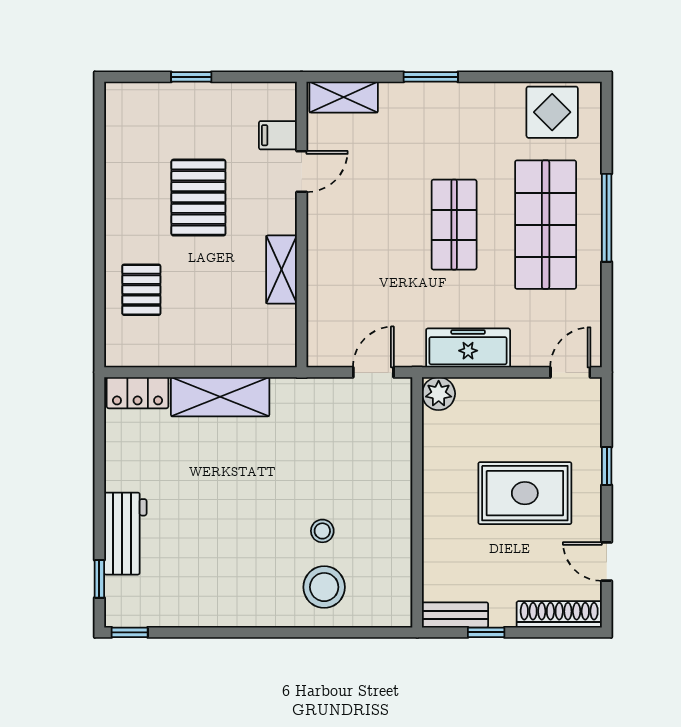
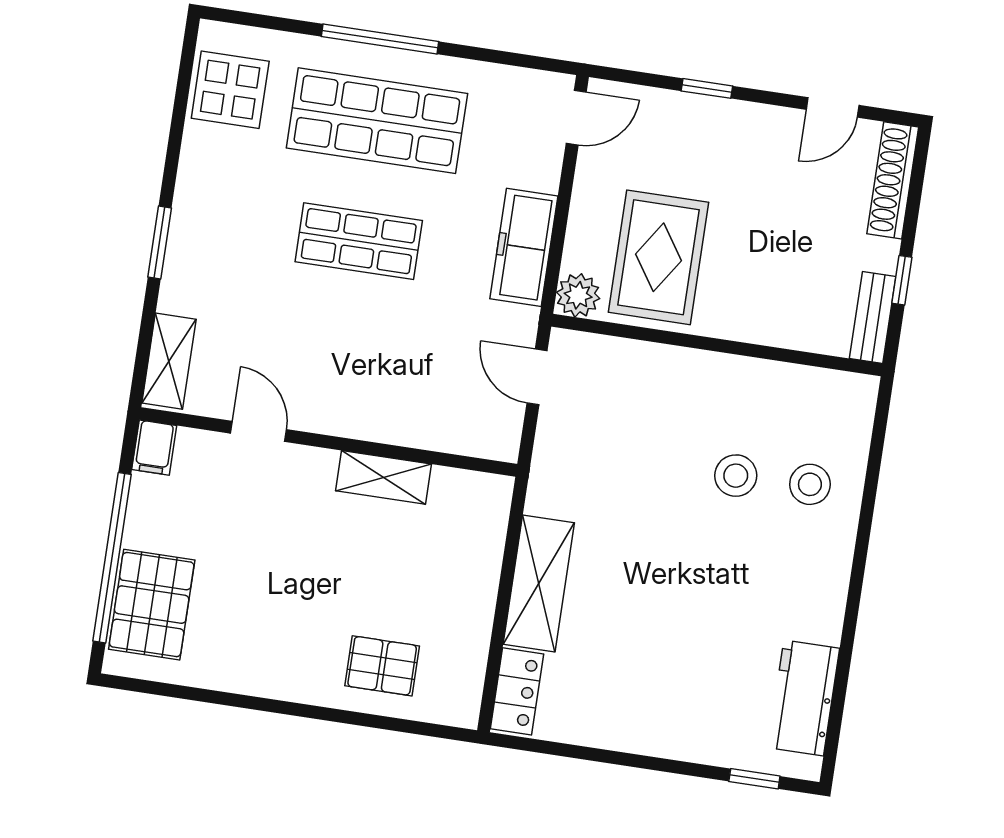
window: (191, 77) -> (112, 558), width x3.17
filing cabinet: (278, 135) -> (154, 448), moved
pallet: (198, 198) -> (152, 605), moved, turned 90
door: (570, 372) -> (576, 118), swing flipped
rug: (525, 493) -> (659, 257), moved
stool: (322, 531) -> (736, 476), width x1.37, depth x1.37
workbench: (125, 534) -> (804, 698), moved, turned -90
stool: (324, 587) -> (810, 484), width x0.73, depth x0.73
window: (130, 632) -> (831, 749), removed

